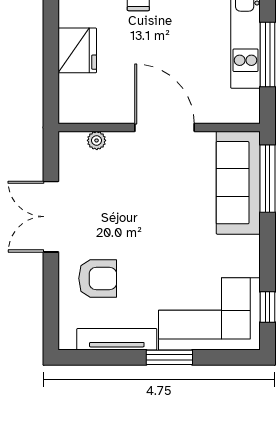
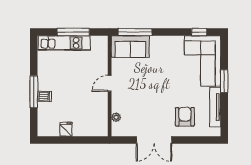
fridge: (77, 50) -> (66, 129), width x0.53, depth x0.75
door: (165, 127) -> (110, 83), width x0.53
sofa: (238, 183) -> (130, 47), width x0.73

